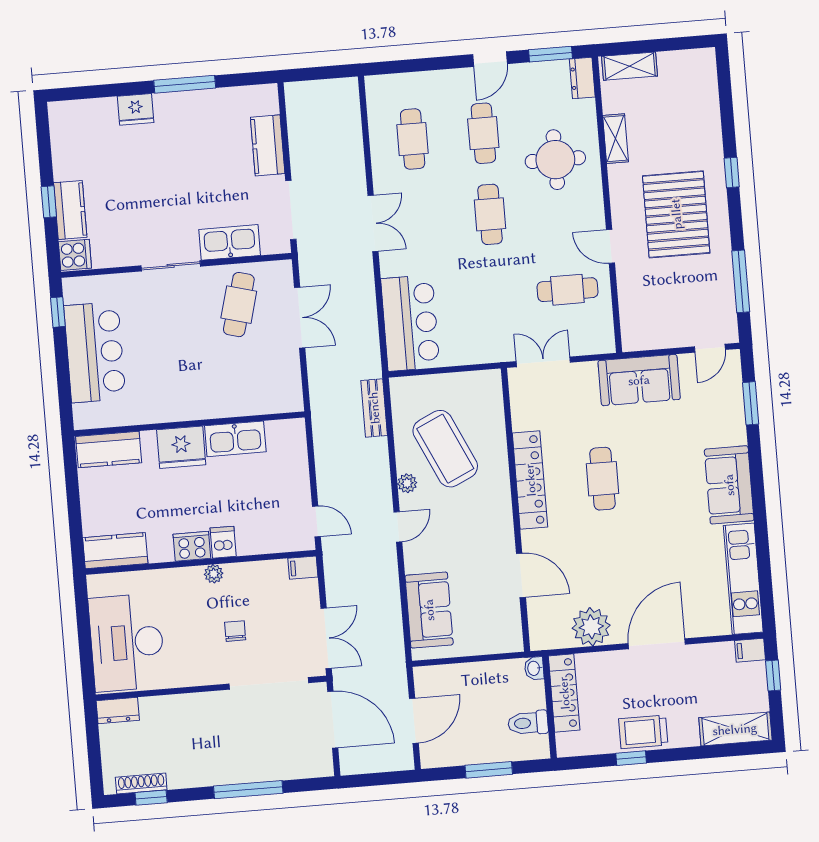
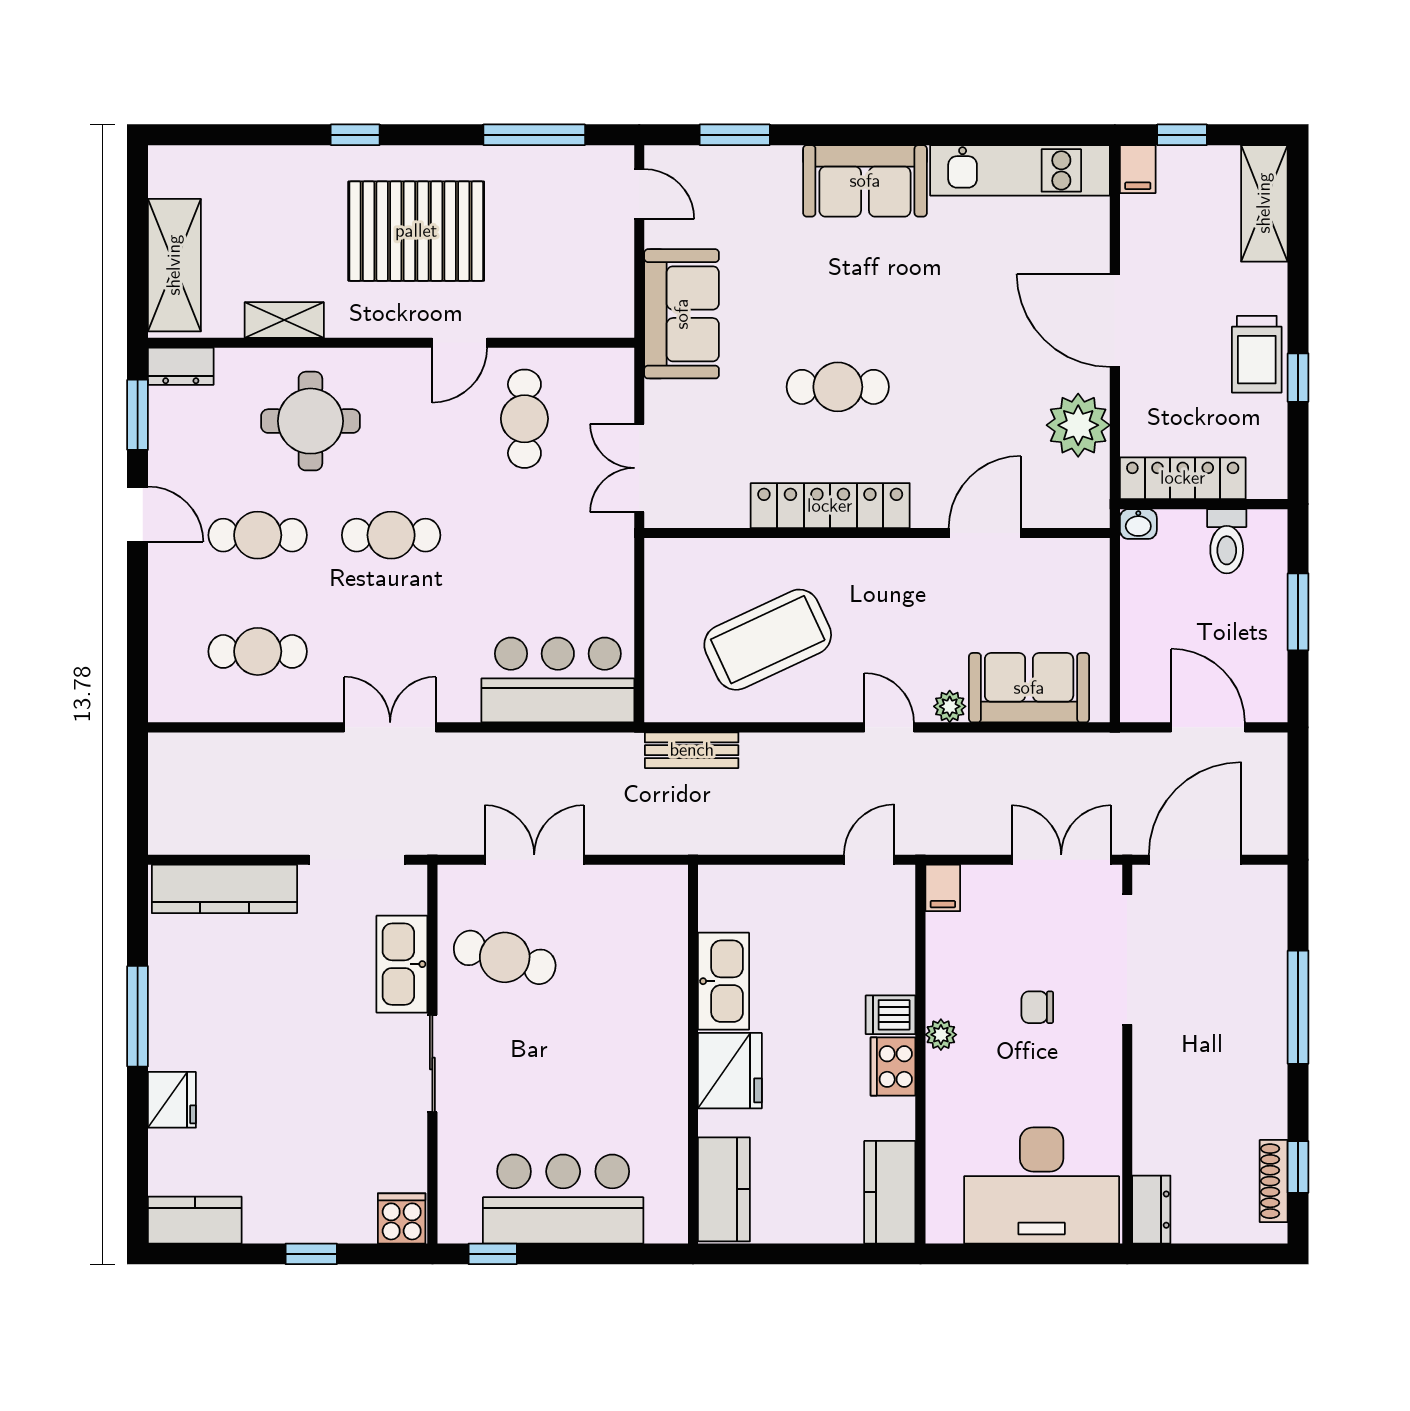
shelving: (630, 66) -> (174, 265), width x1.50, depth x1.33
kitchen counter: (268, 145) -> (224, 889), width x1.50
kitchen counter: (70, 210) -> (195, 1220), moved
plant: (407, 483) -> (950, 706), moved

